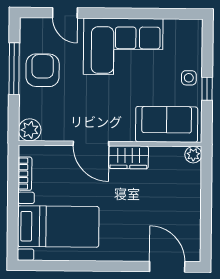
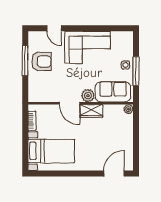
armchair: (43, 70) -> (41, 61), turned 90
window: (207, 89) -> (136, 71), width x2.17
plant: (30, 130) -> (88, 96), moved
door: (167, 267) -> (114, 173), hinge flipped

